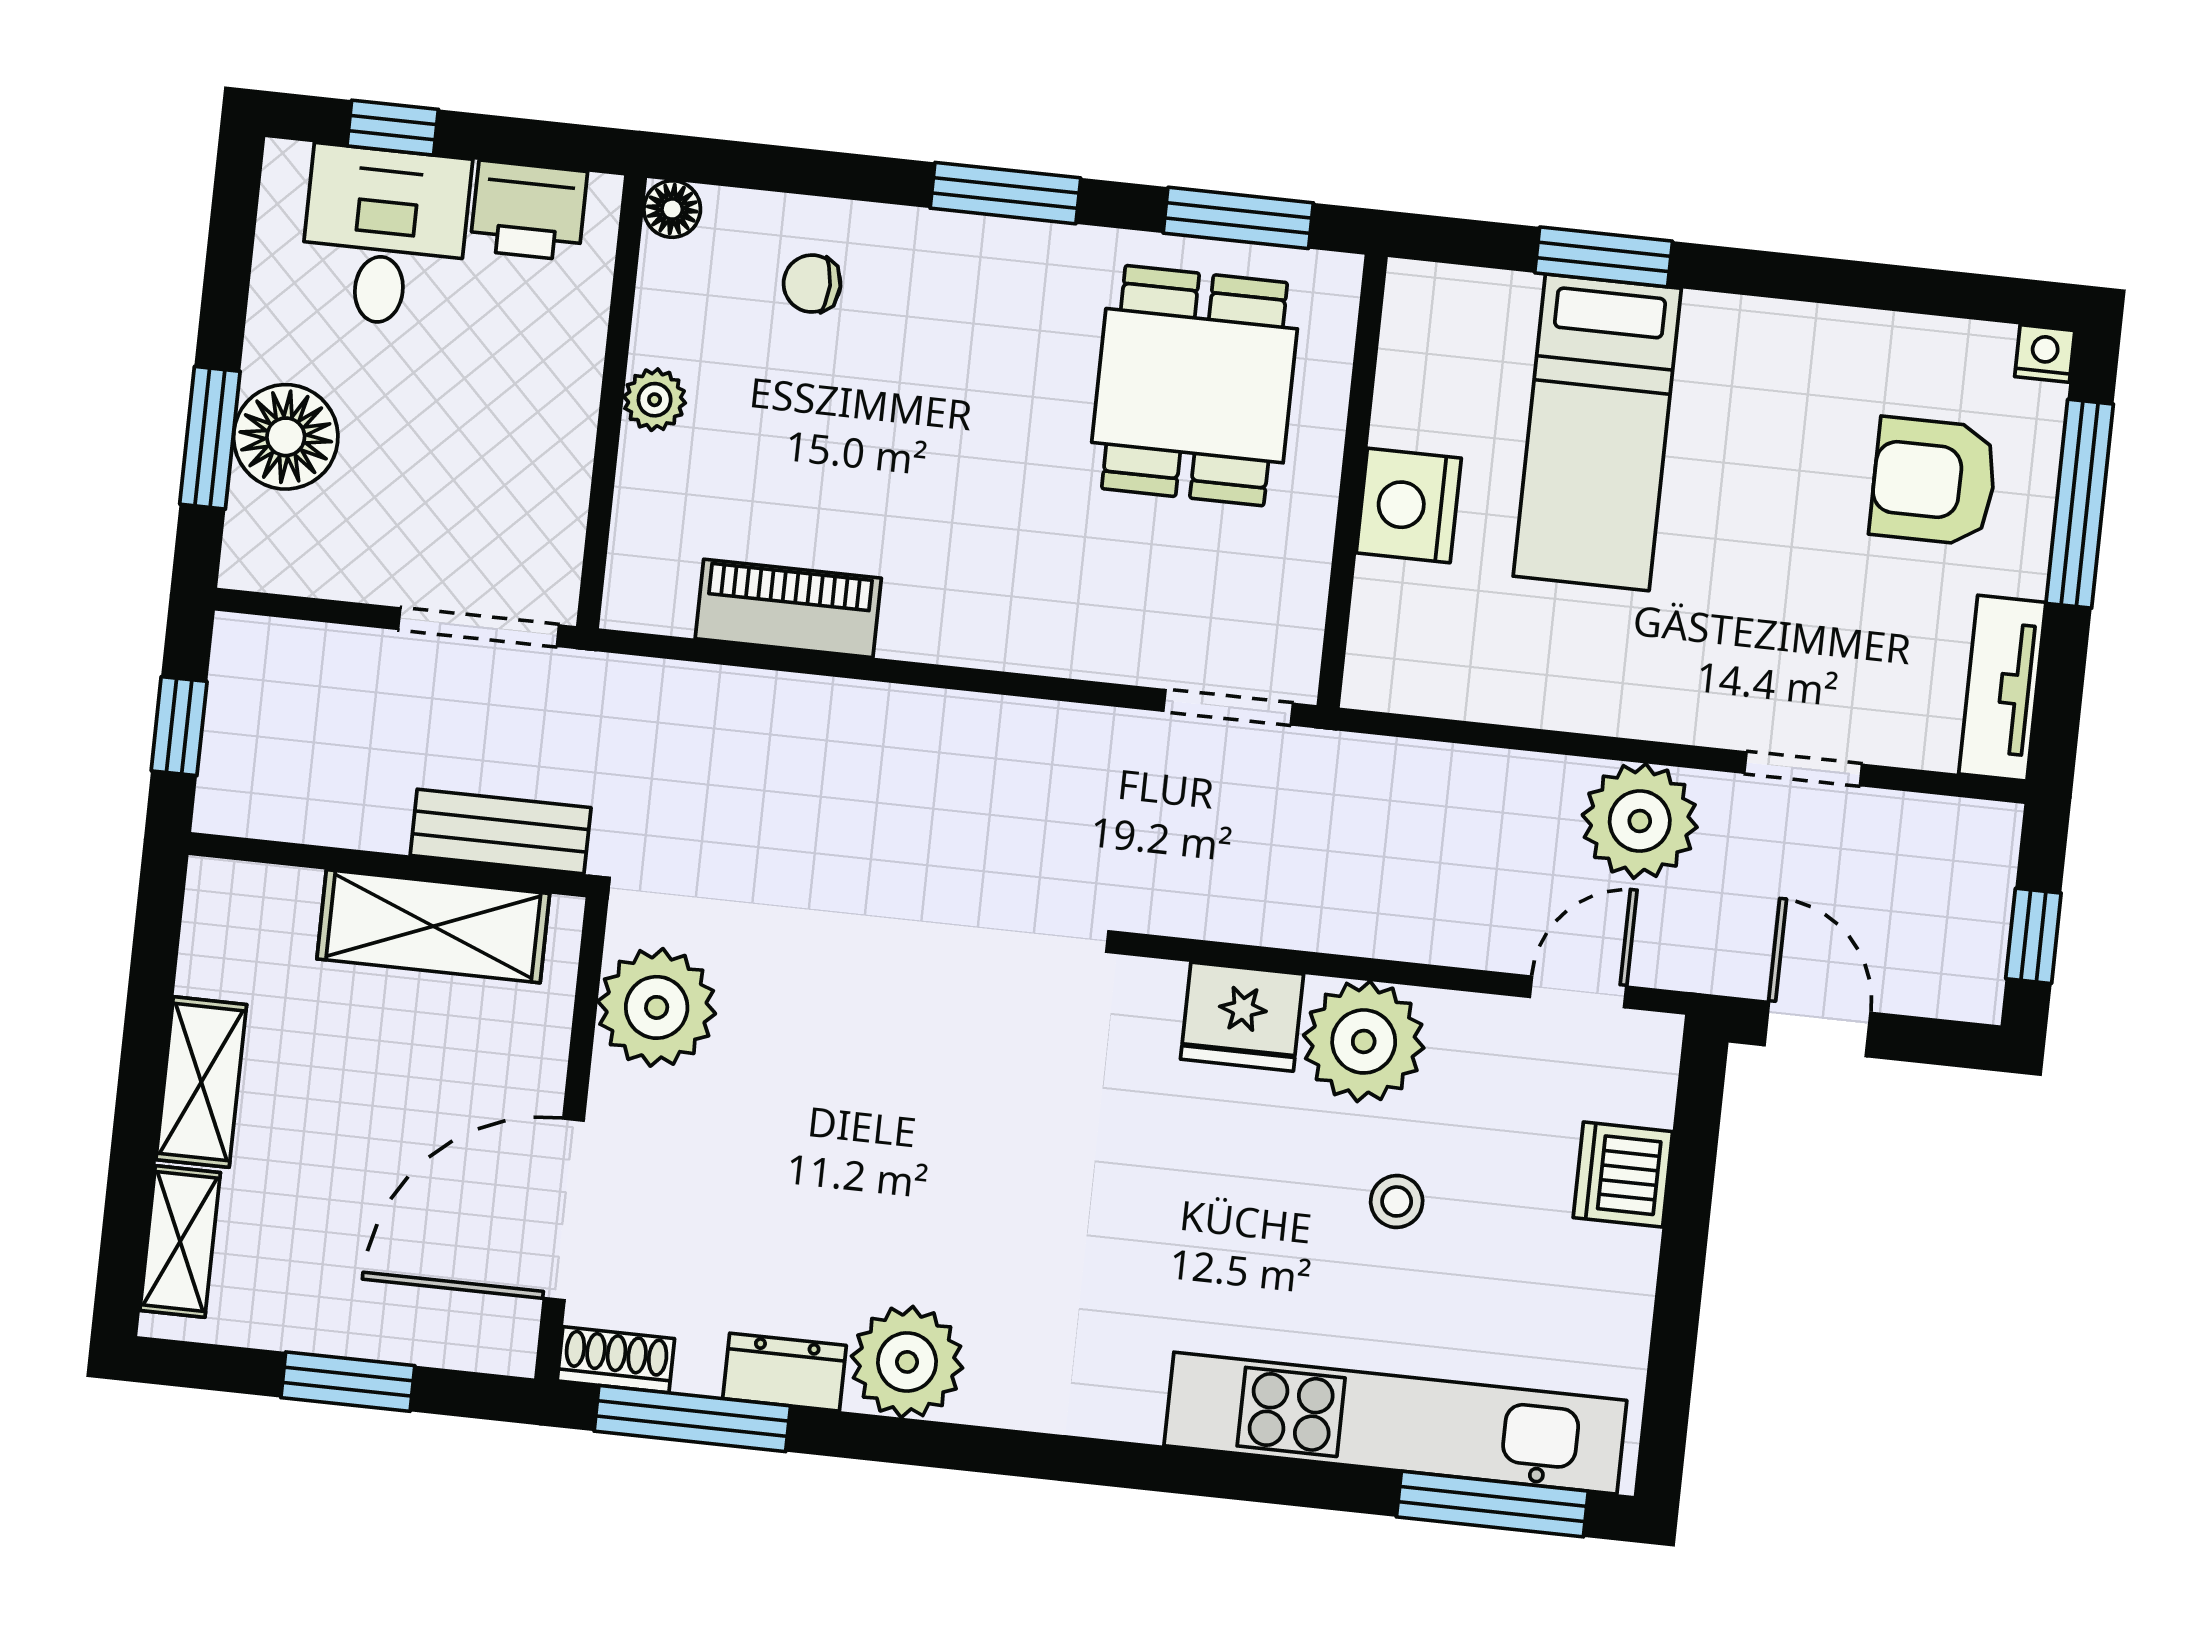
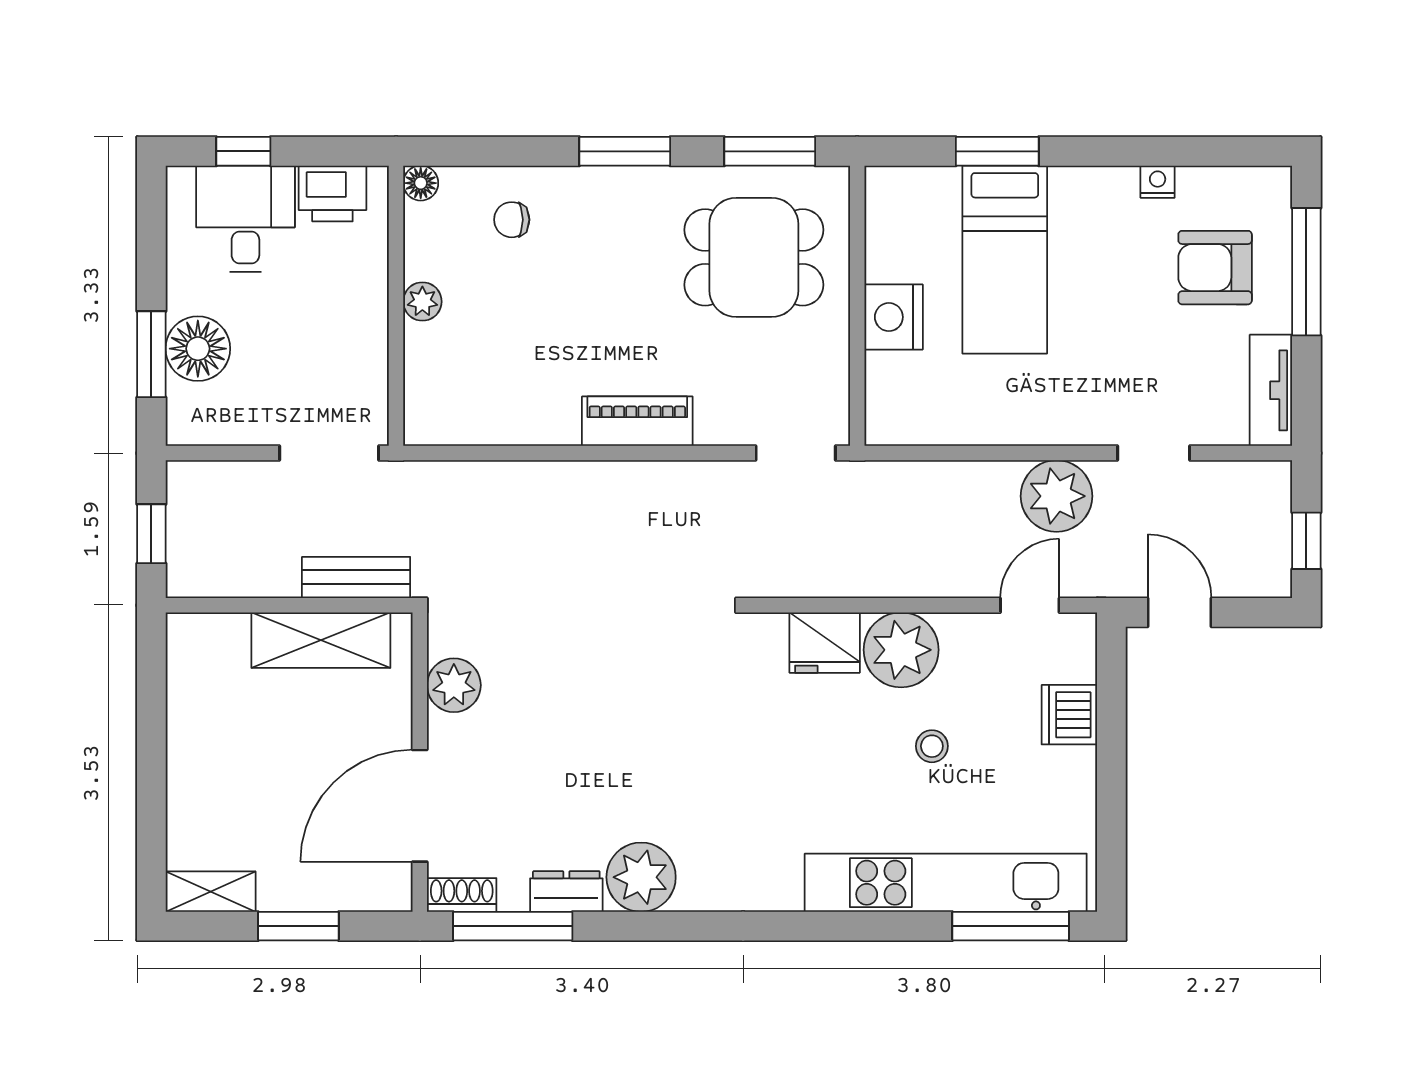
nightstand: (2045, 354) -> (1158, 182), moved
dining table: (1195, 386) -> (754, 257), turned 90
piano: (788, 608) -> (637, 421), moved
plant: (657, 1007) -> (454, 685), width x0.73, depth x0.73
shelving: (201, 1082) -> (188, 751), removed
shelving: (180, 1241) -> (211, 892), moved, turned 90

